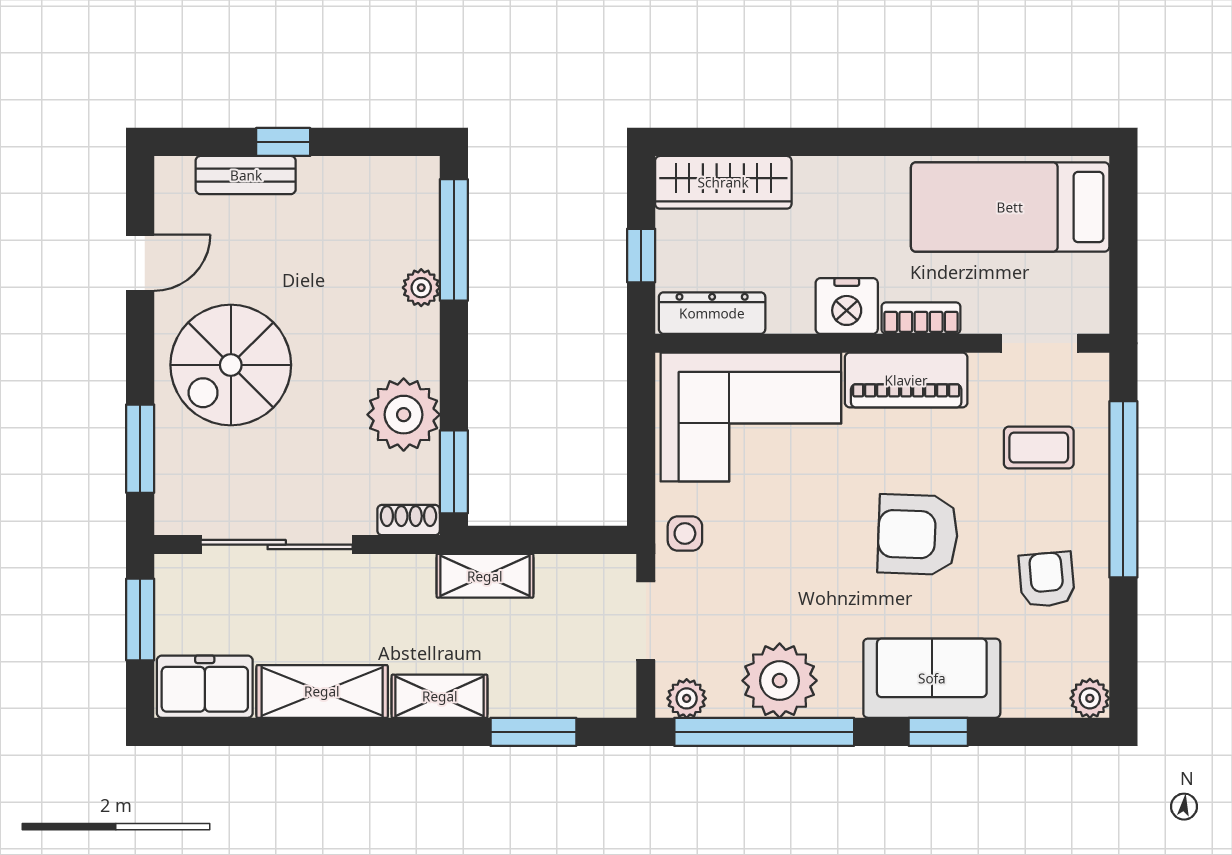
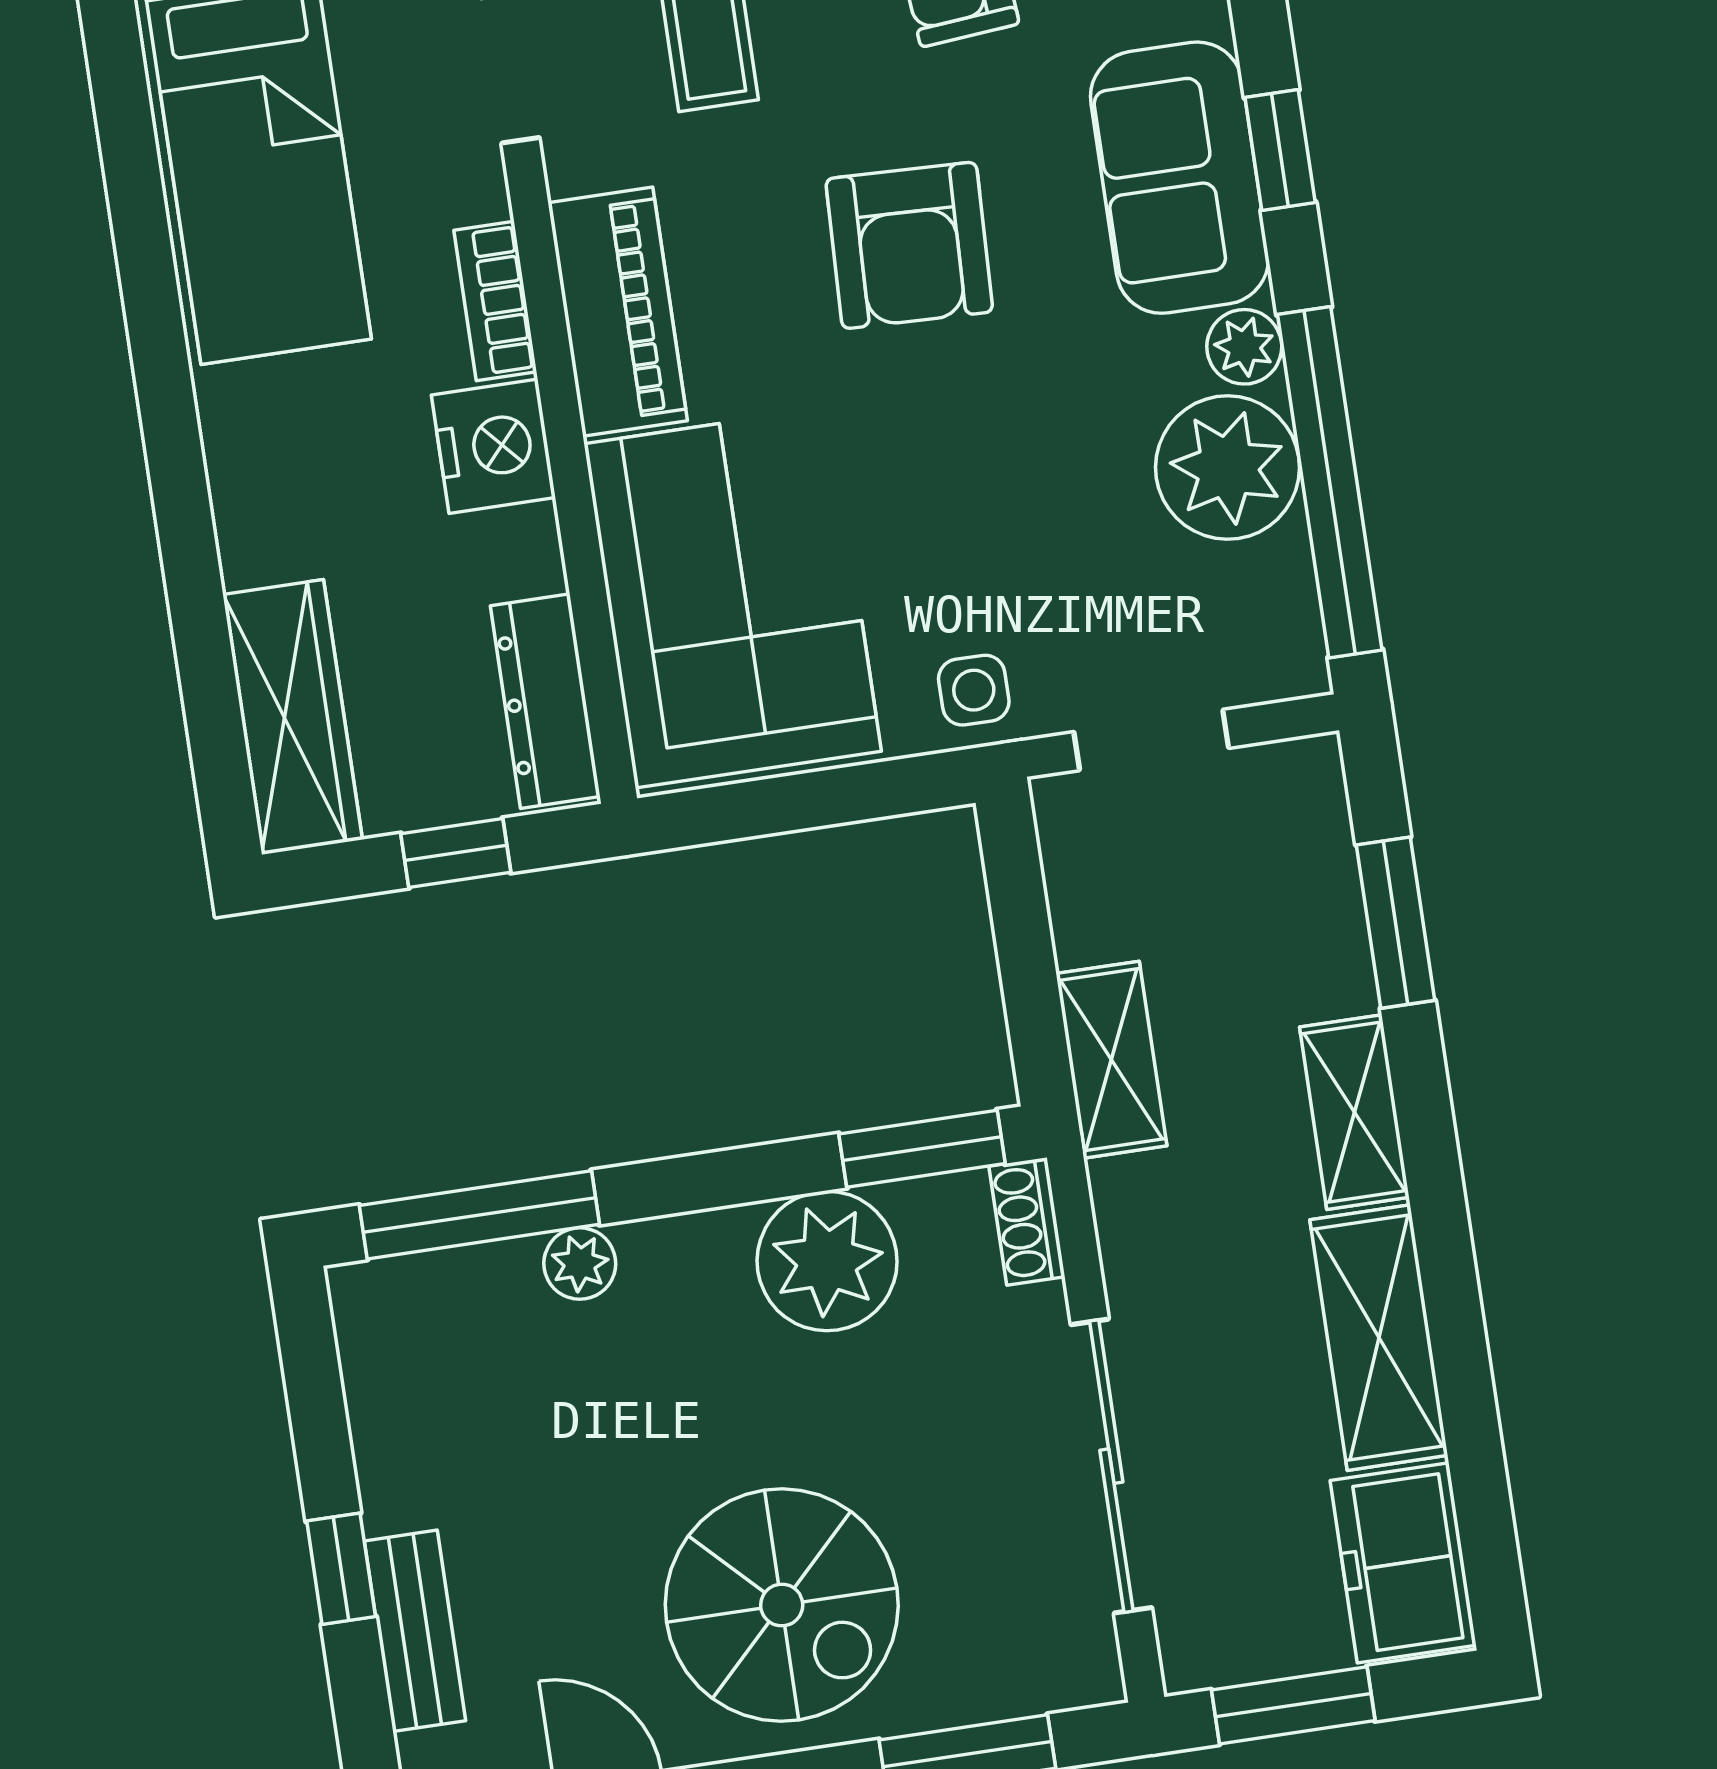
plant: (687, 698) -> (1244, 347), moved

